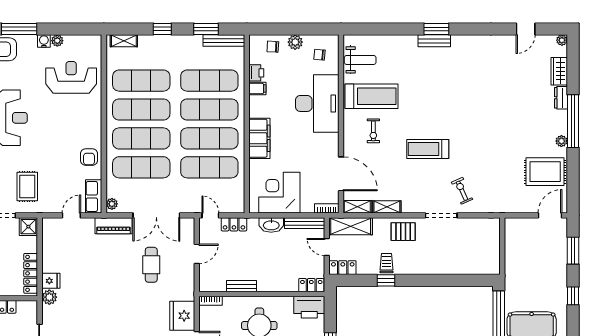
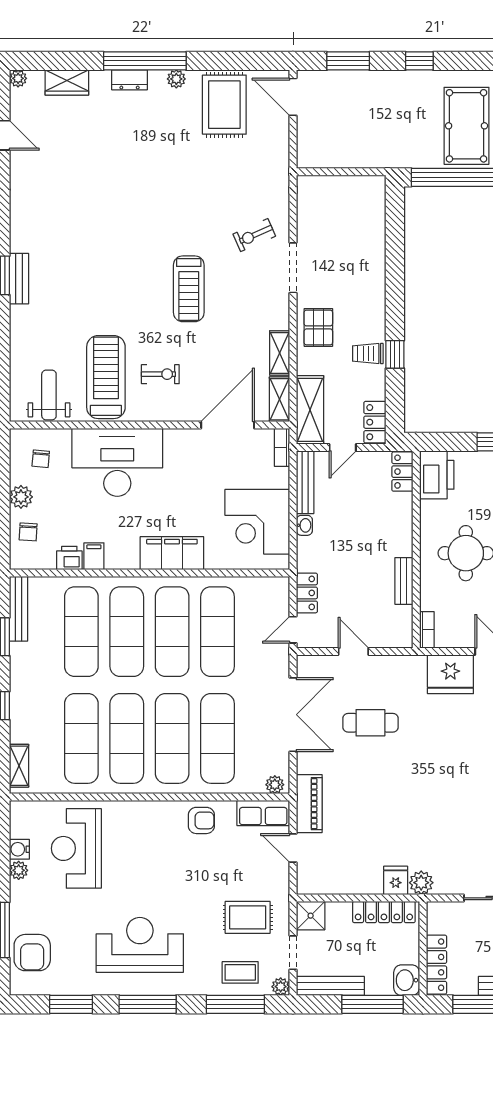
water cooler: (44, 41) -> (19, 849), moved
dresser: (561, 98) -> (130, 80), moved
washbasin: (271, 225) -> (304, 525), width x0.52, depth x0.69
piano: (113, 226) -> (309, 804), moved

